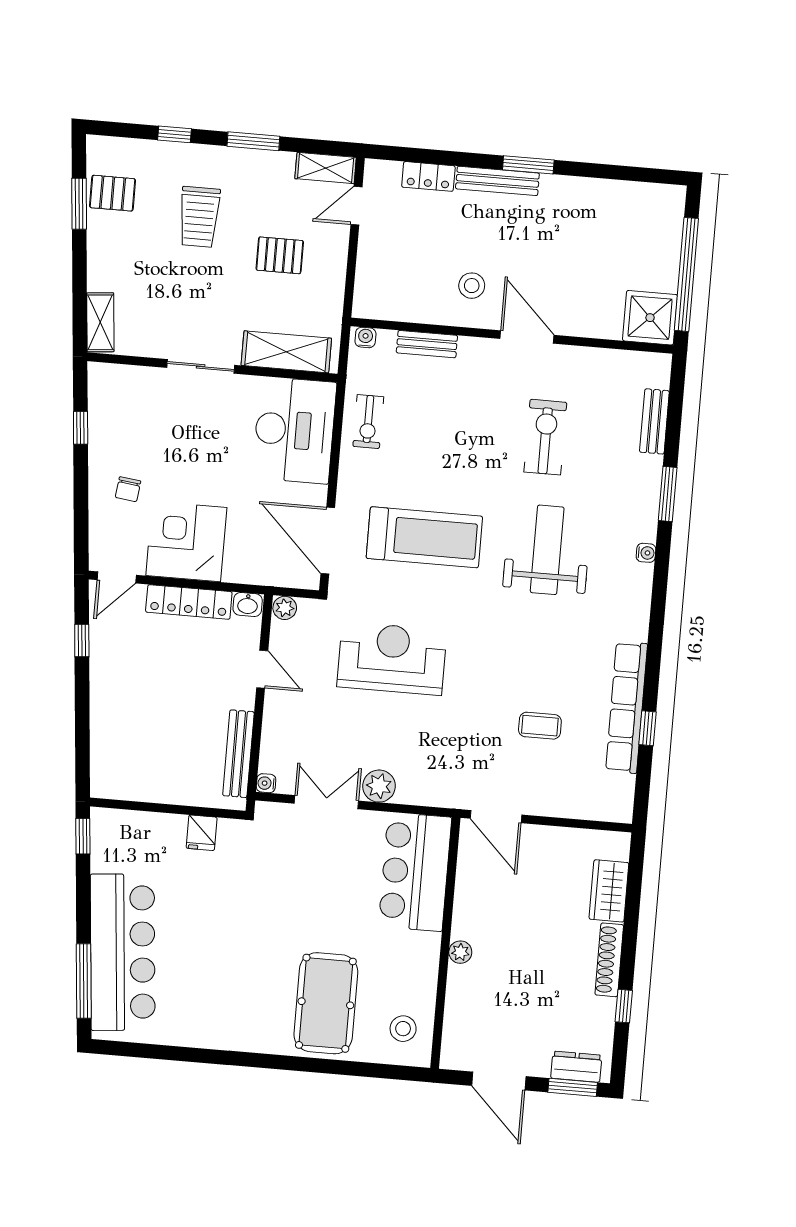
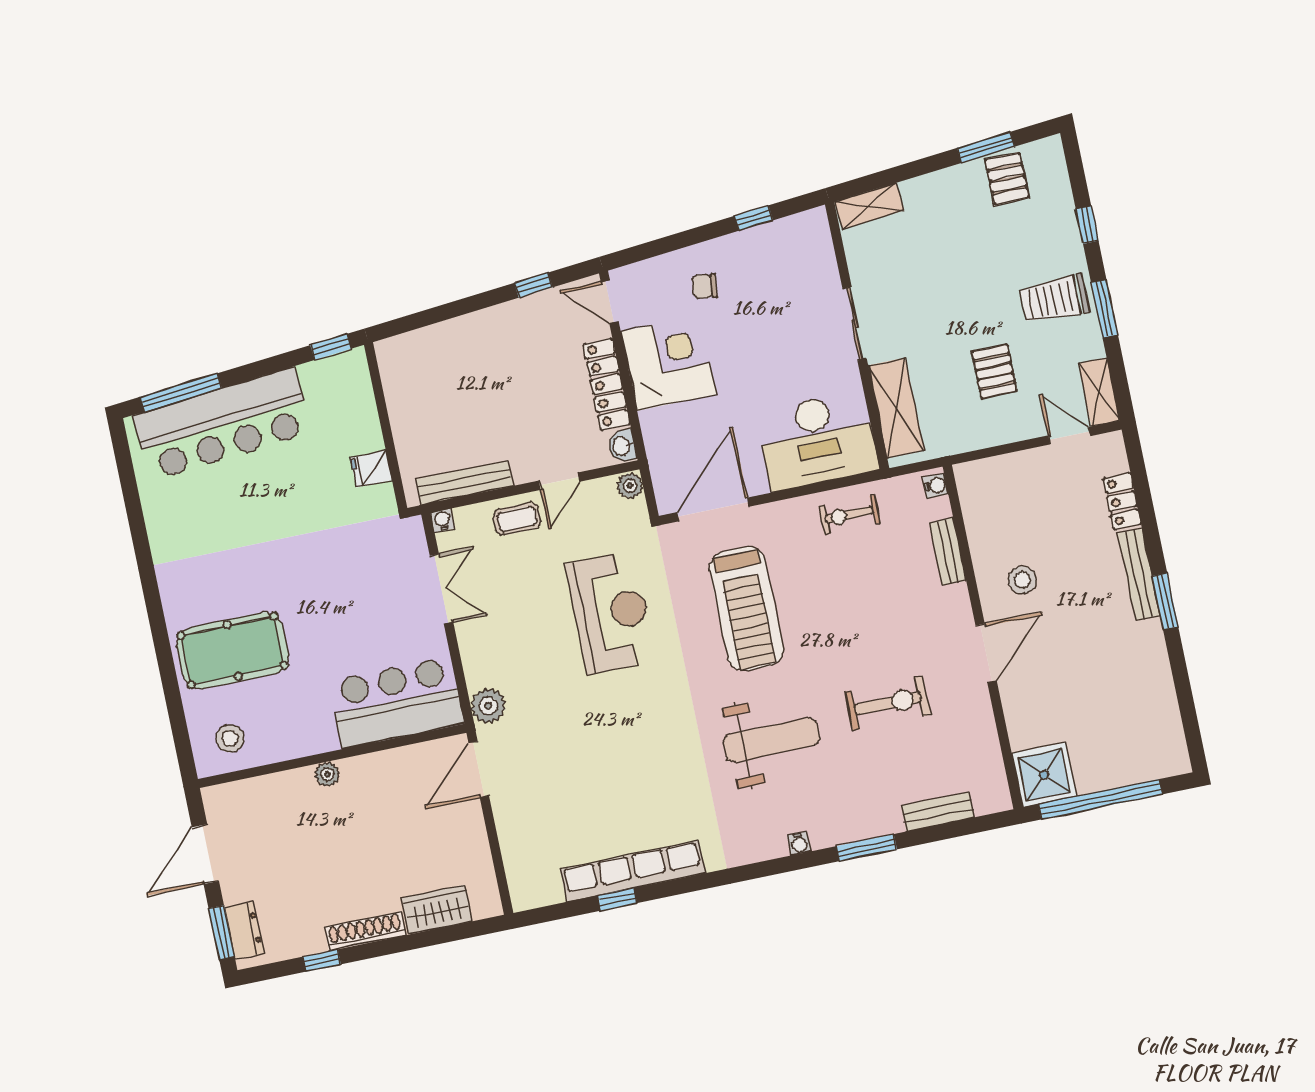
trolley: (199, 217) -> (1054, 299), moved
coffee table: (540, 726) -> (517, 519), moved, turned 90
plant: (379, 786) -> (488, 706), moved

